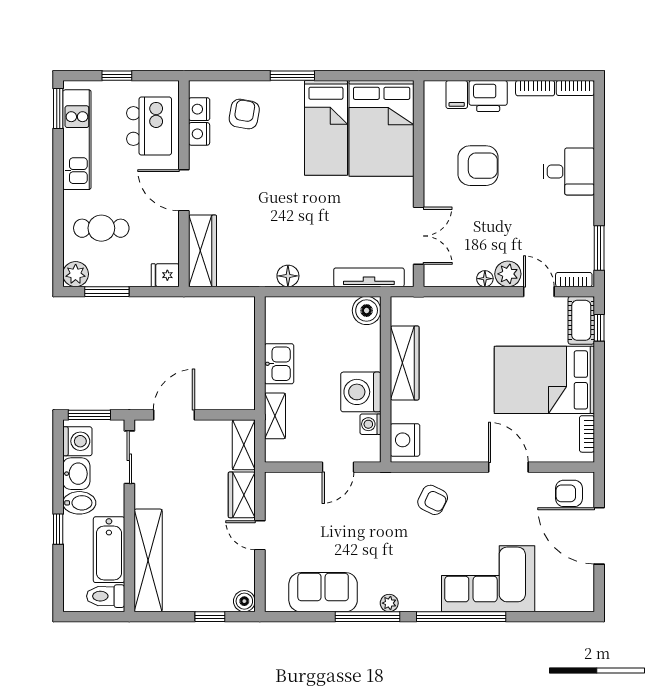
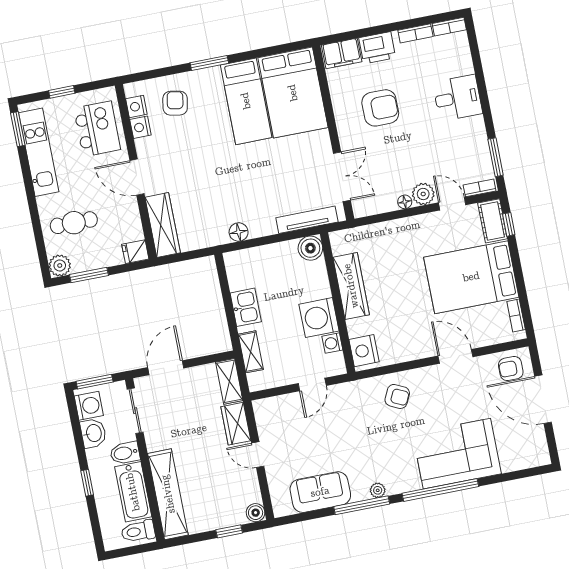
filing cabinet: (457, 95) -> (342, 53), width x2.00
bidet: (79, 503) -> (125, 453), moved, turned 180

